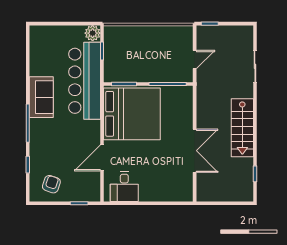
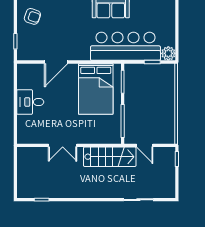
bed: (132, 114) -> (96, 89), width x0.73
stairs: (242, 128) -> (110, 157), moved, turned 180
double door: (195, 151) -> (63, 145), width x0.73
door: (102, 158) -> (56, 62), swing flipped
desk: (124, 187) -> (30, 102), moved

